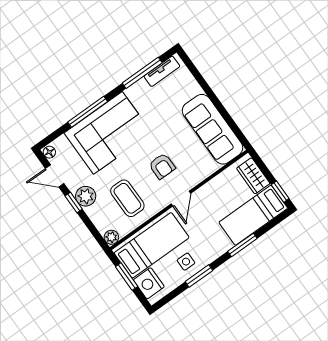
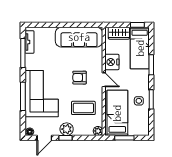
armchair: (162, 166) -> (79, 78), turned 180
nightstand: (149, 283) -> (112, 62), moved, turned 90

